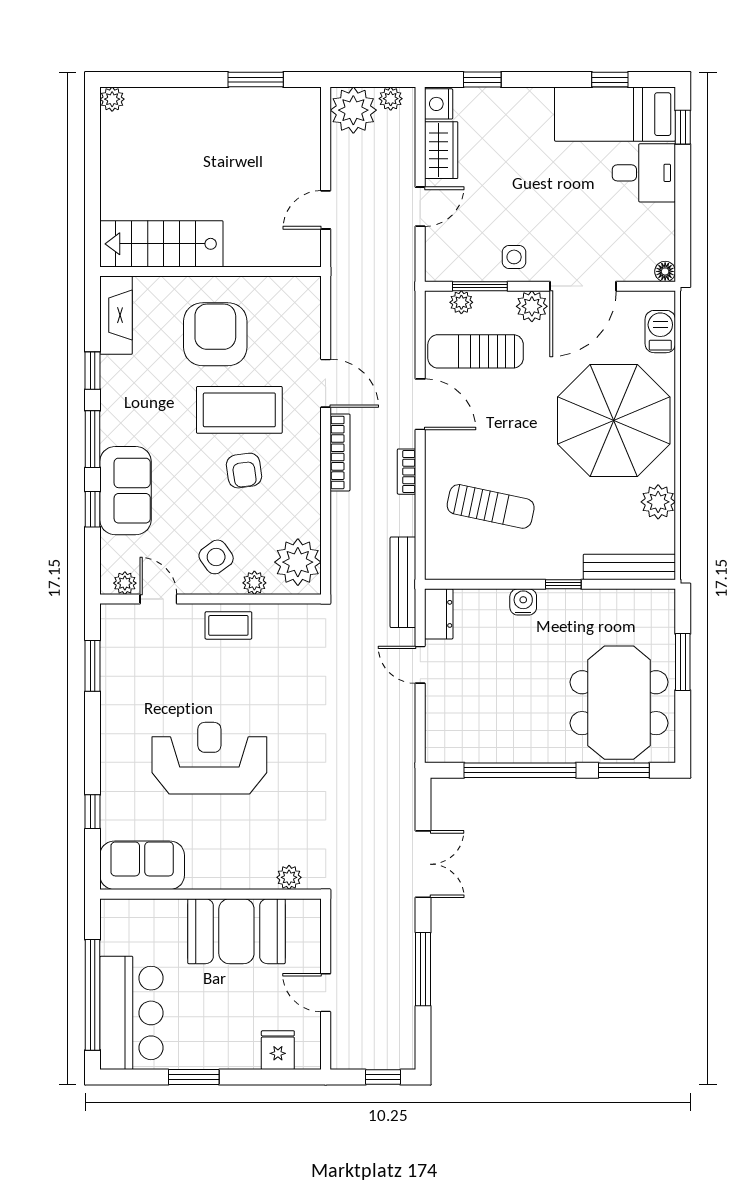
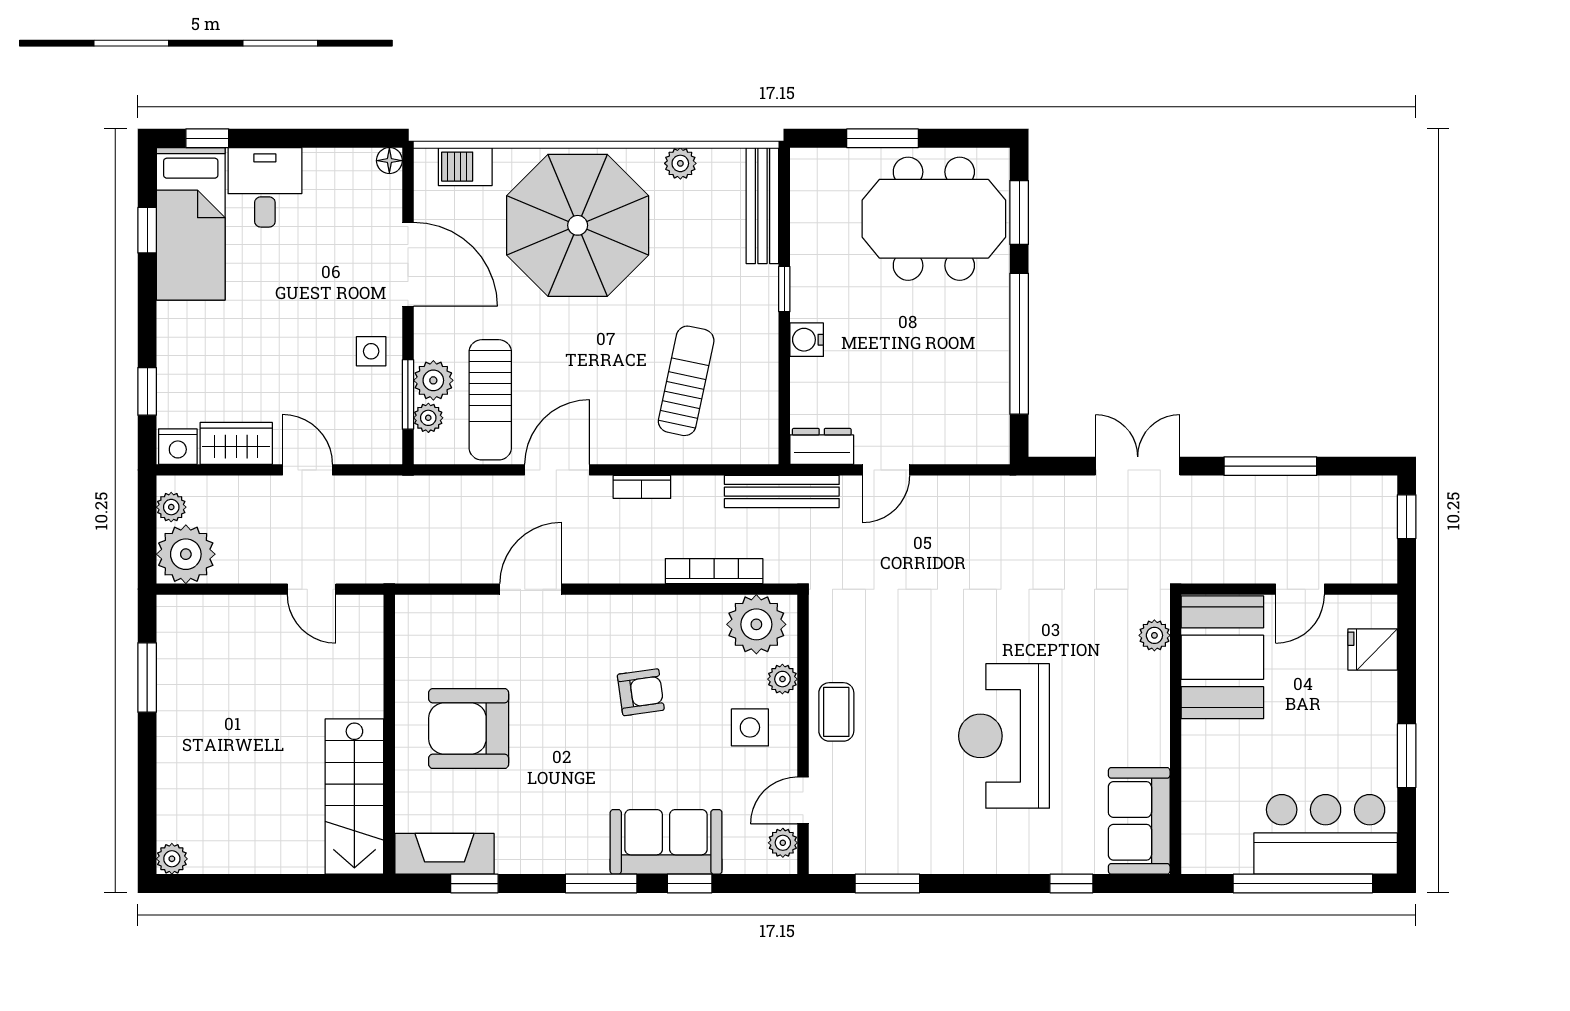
plant: (532, 306) -> (433, 380), moved
window: (93, 371) -> (474, 884), moved
coffee table: (239, 410) -> (564, 698), removed
bookcase: (340, 452) -> (714, 571), moved
plant: (658, 502) -> (680, 163), width x0.73, depth x0.73
side table: (216, 557) -> (750, 727), turned 36
booth: (236, 931) -> (1222, 657), moved

